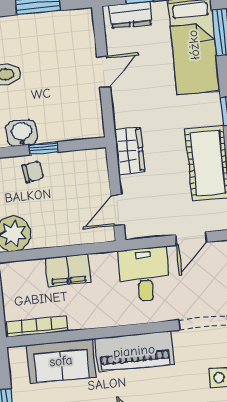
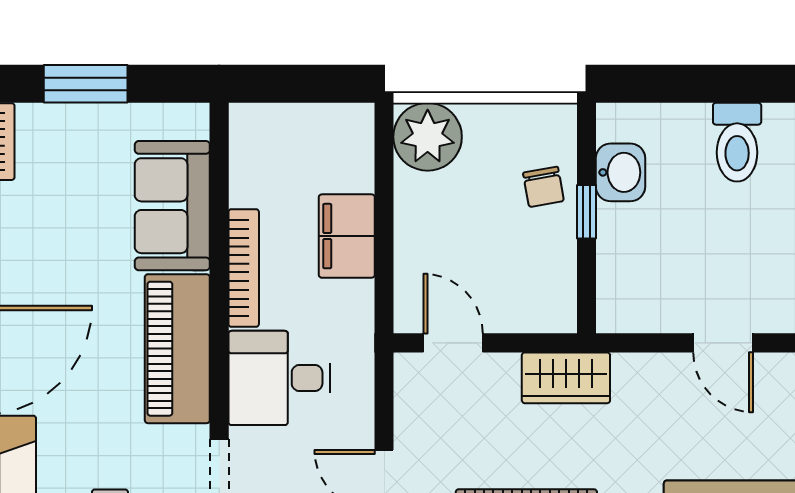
desk: (145, 274) -> (280, 378), moved, turned 180
bookcase: (37, 326) -> (244, 268), moved

